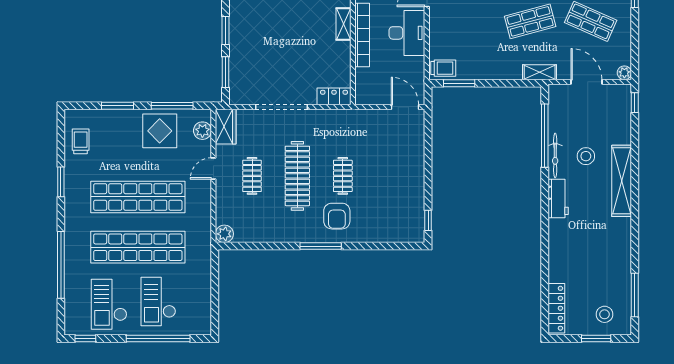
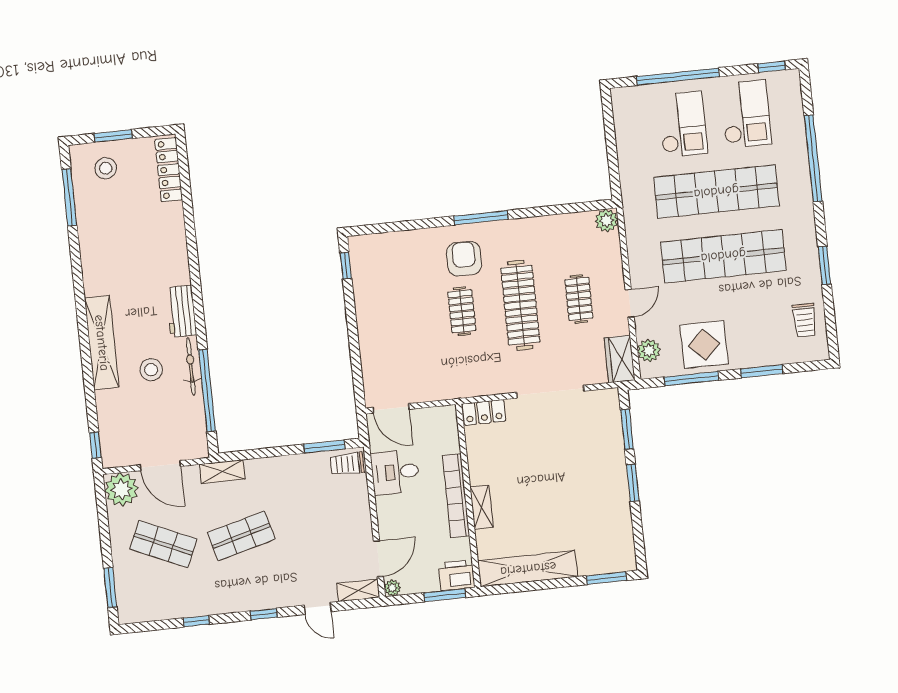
desk: (407, 33) -> (395, 472), moved, width x0.73
plant: (624, 73) -> (122, 489), width x1.88, depth x1.88

